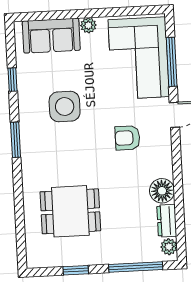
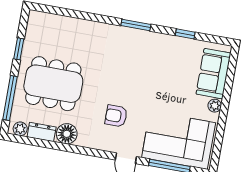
side table: (65, 107) -> (153, 71), removed
armchair: (127, 138) -> (116, 116), turned -90
dining table: (70, 211) -> (53, 84), moved, width x1.37

